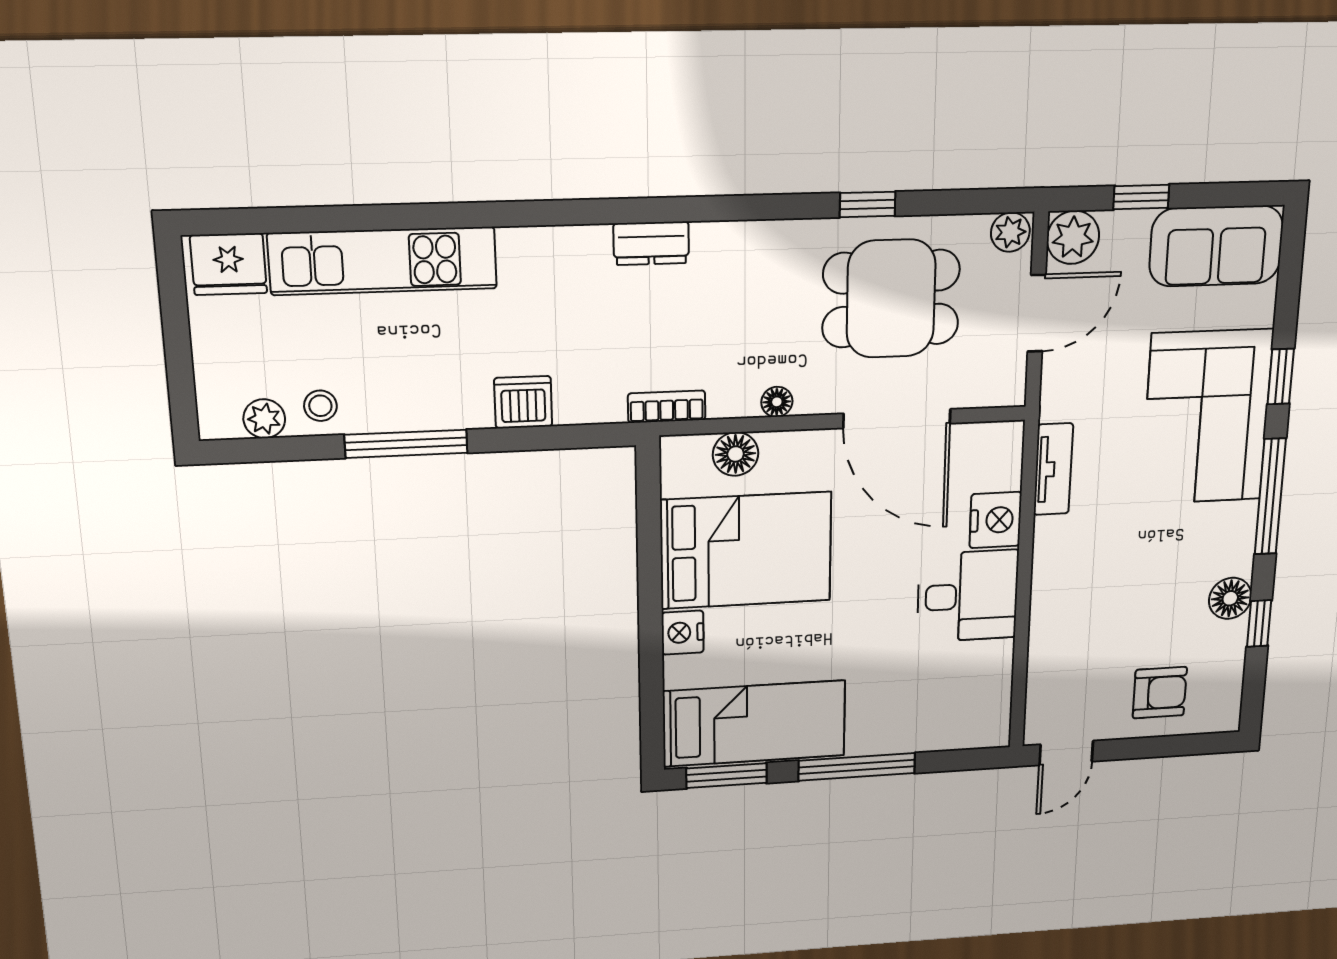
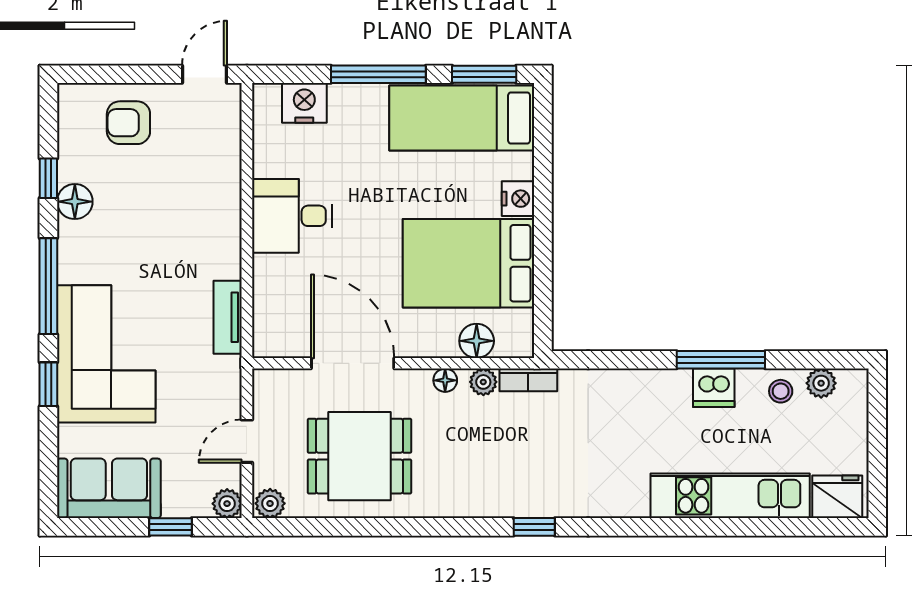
window: (868, 204) -> (534, 527), moved
plant: (1073, 237) -> (227, 504), width x0.73, depth x0.73
dresser: (651, 243) -> (538, 503), removed
door: (1037, 313) -> (247, 441), width x0.73
dishwasher: (523, 402) -> (714, 388), moved
plant: (727, 402) -> (483, 382), added
nightstand: (996, 520) -> (304, 103), moved, turned 90

